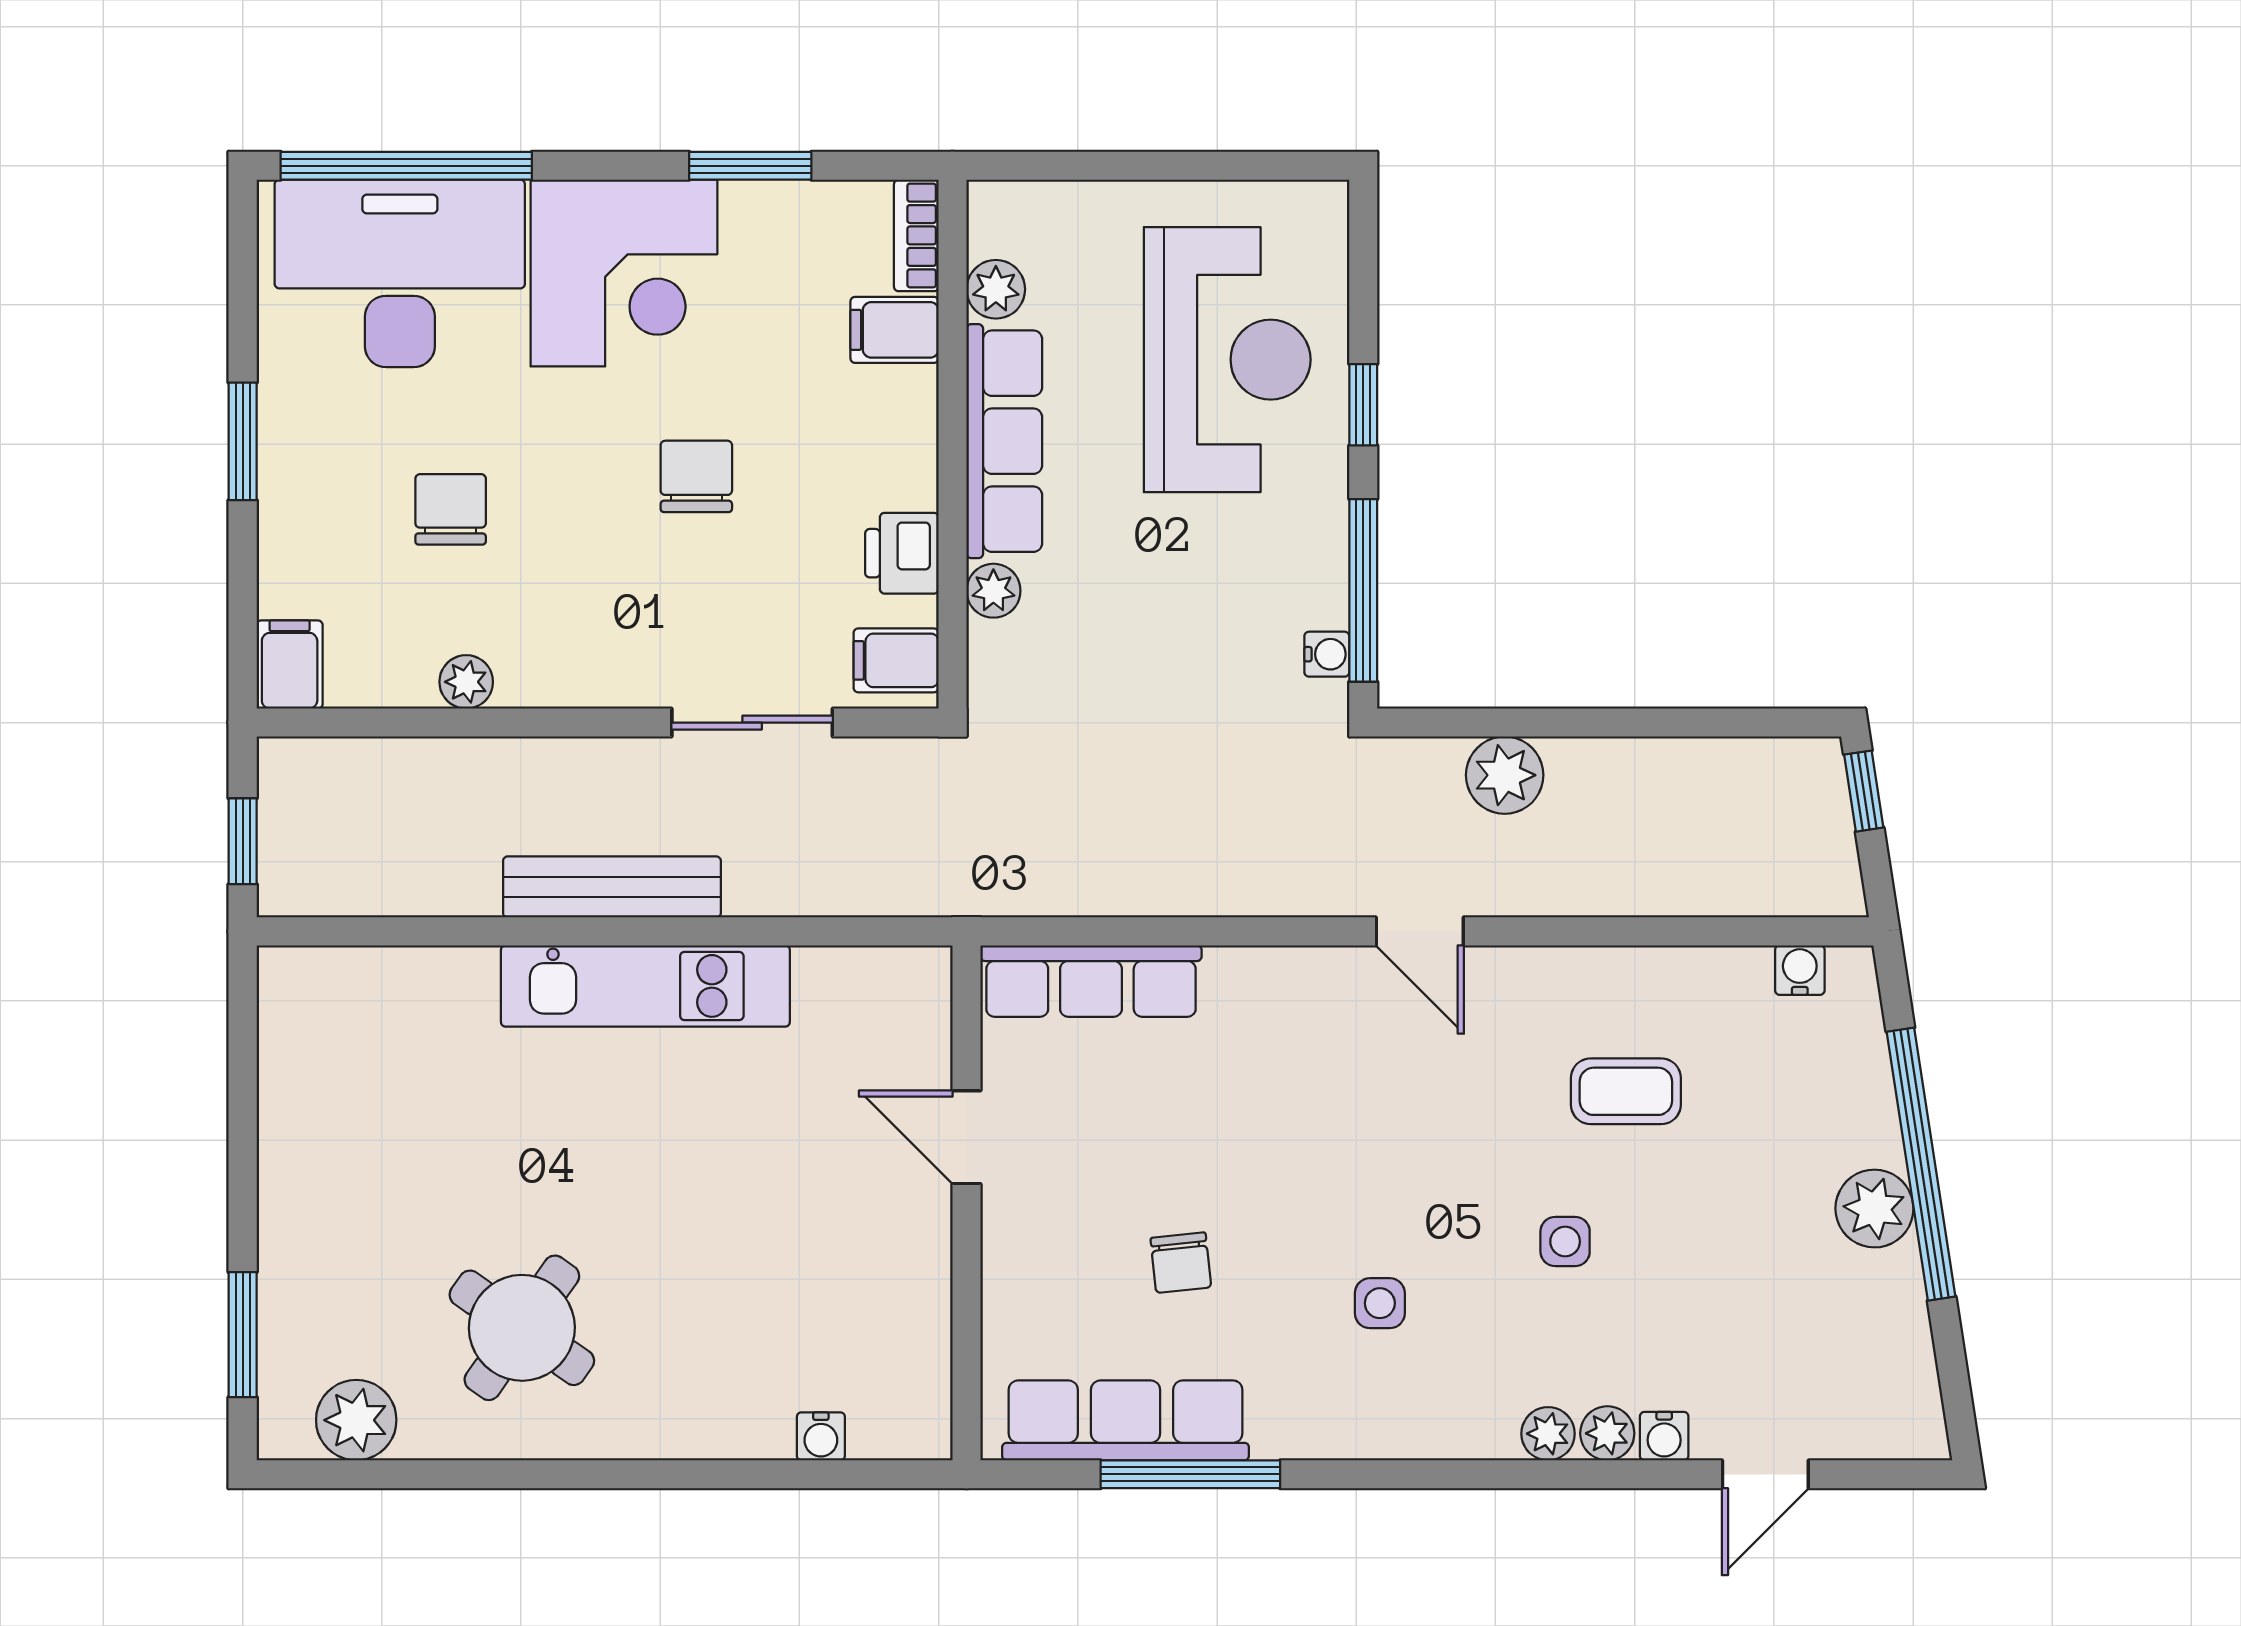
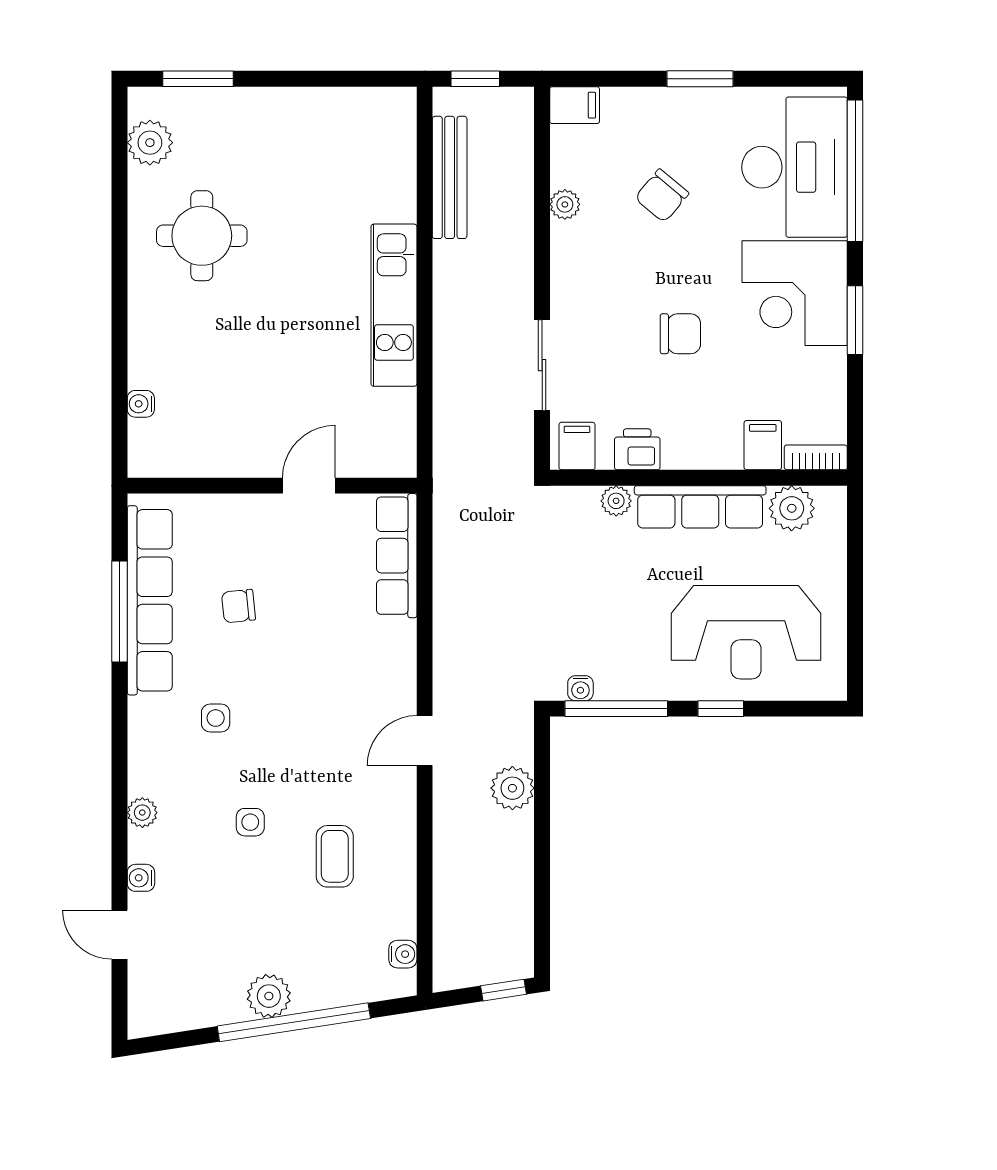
window: (750, 166) -> (855, 320), moved
plant: (996, 289) -> (792, 508), width x1.38, depth x1.38
chair: (451, 509) -> (662, 196), turned 130
bench: (612, 887) -> (450, 177), moved
round table: (522, 1328) -> (202, 236), turned -35
row of seats: (1126, 1420) -> (150, 600), width x1.36
plant: (1607, 1433) -> (142, 846), removed

